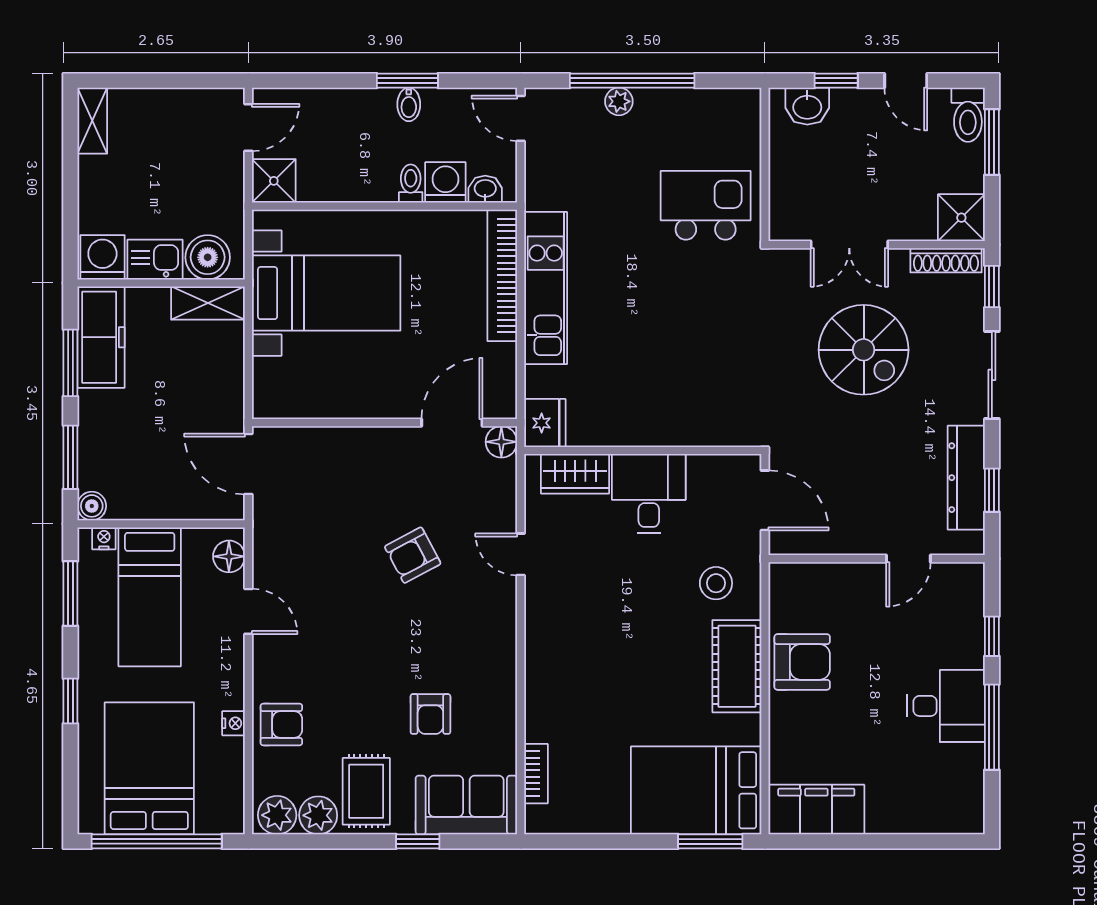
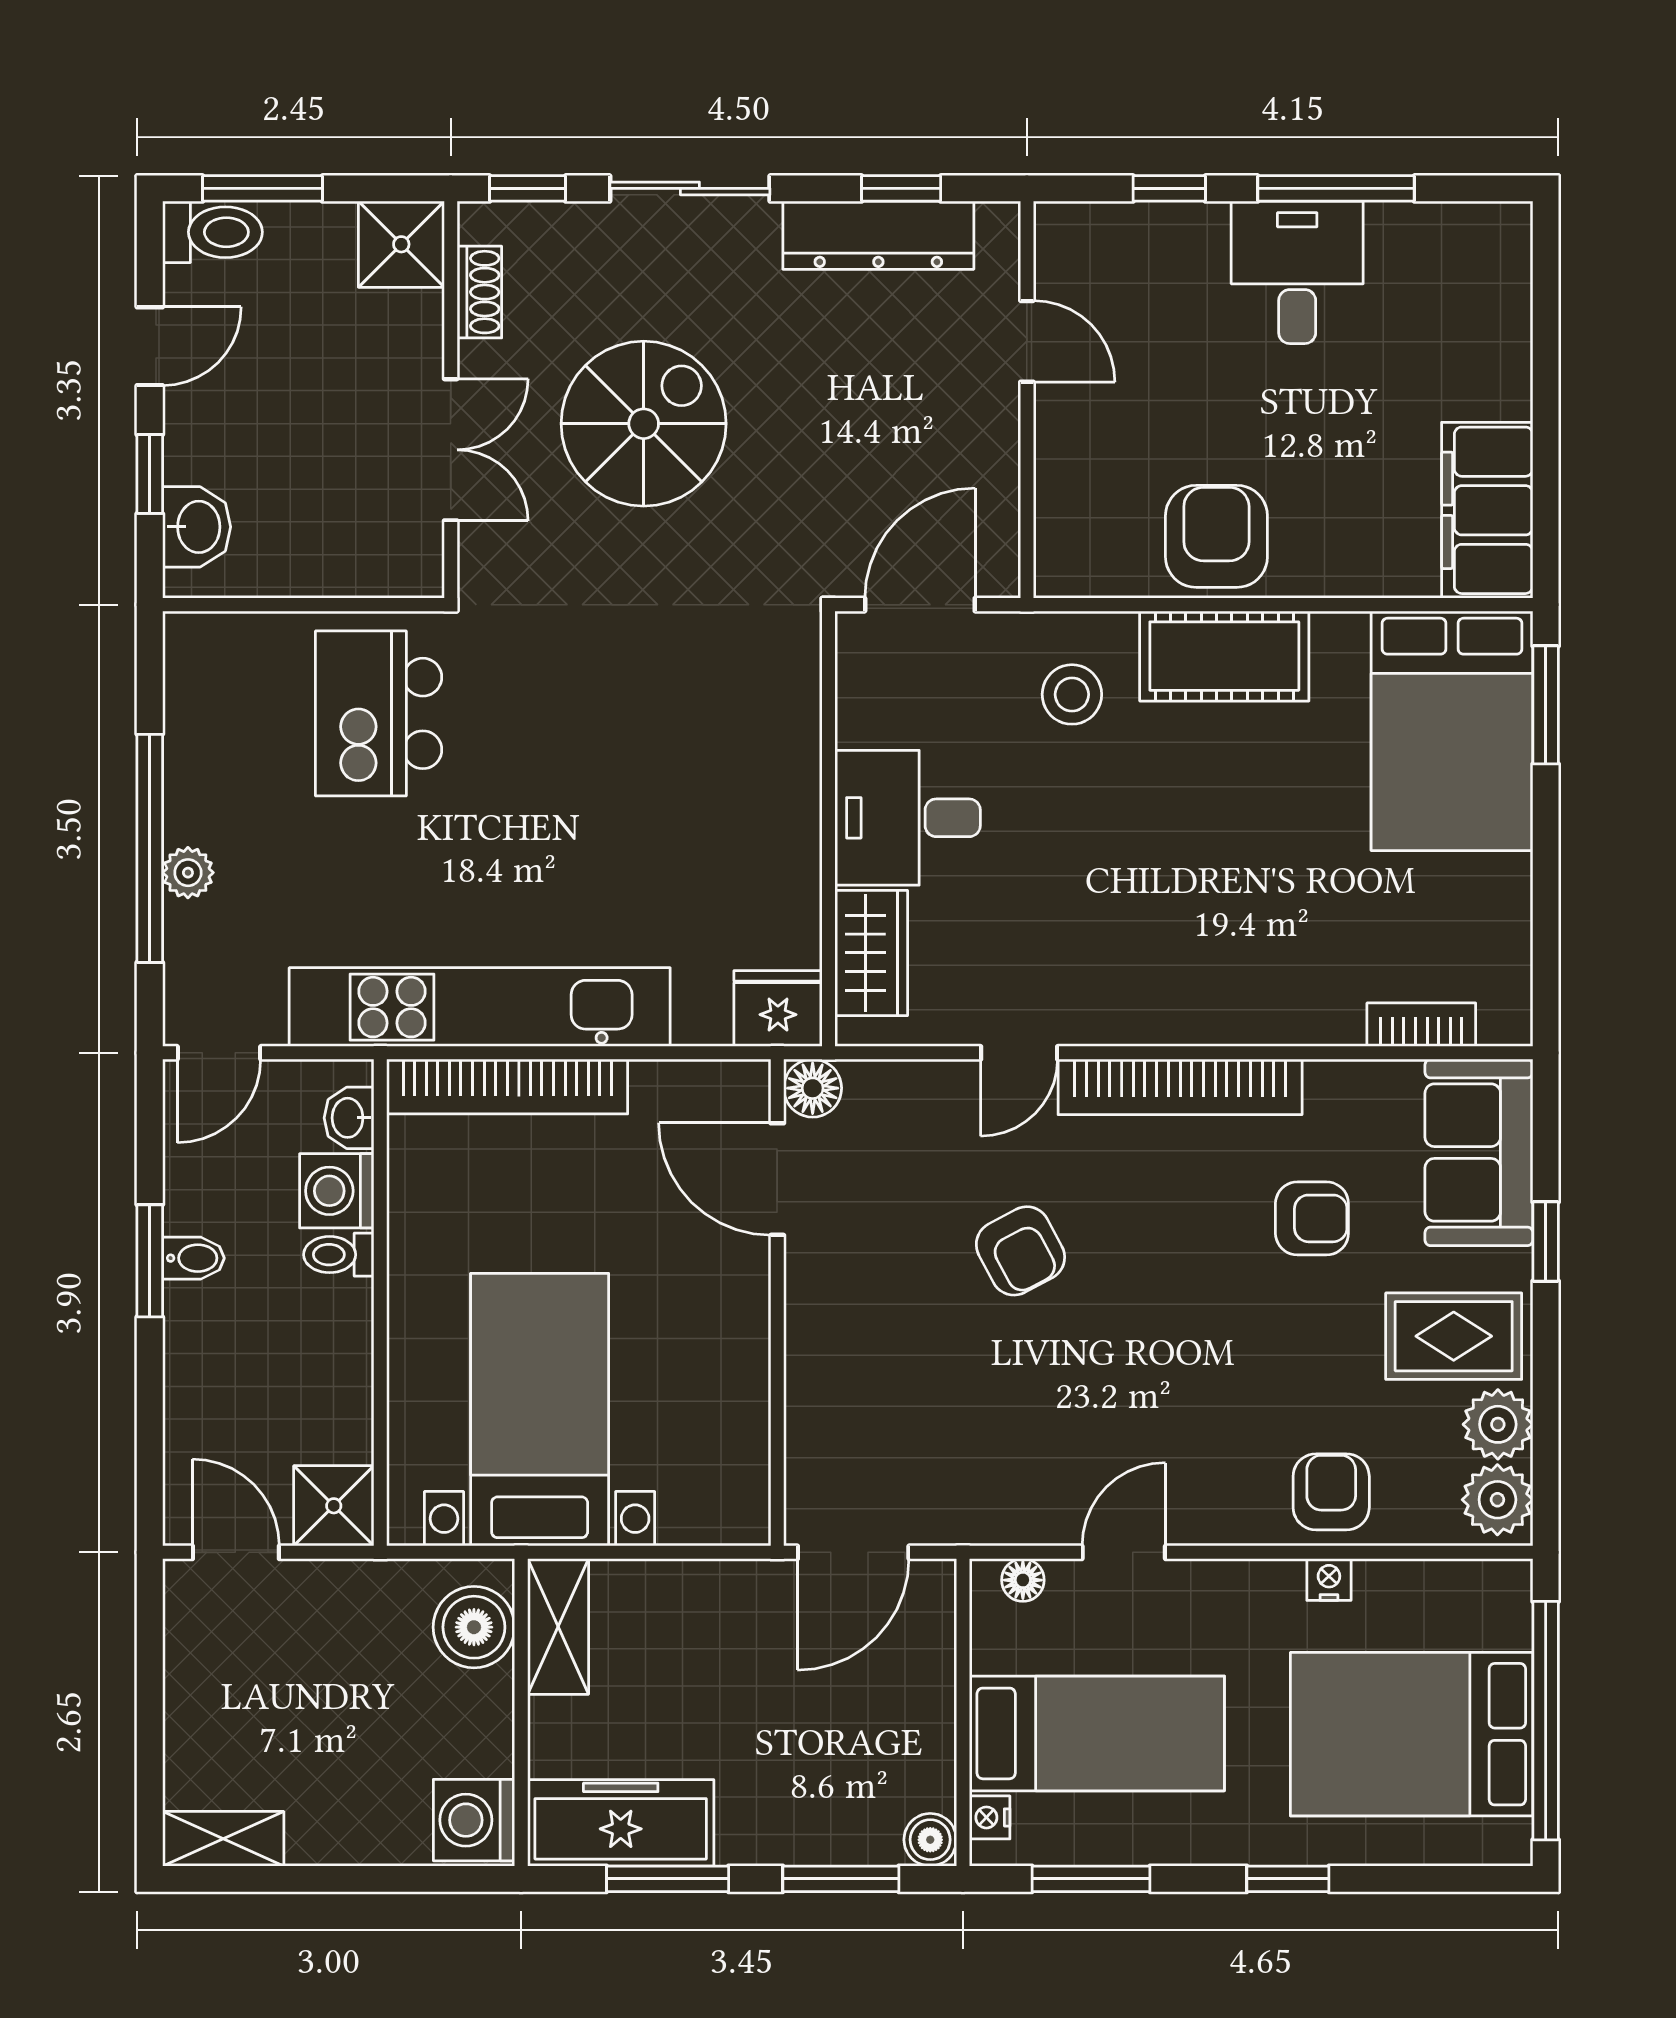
kitchen sink: (155, 260) -> (478, 1724), removed
shoe rack: (946, 260) -> (479, 292), width x0.70
kitchen unit: (546, 288) -> (480, 1007), width x1.36
floor lamp: (229, 556) -> (1023, 1580), width x0.73, depth x0.73
bookcase: (502, 642) -> (1180, 1087), added

